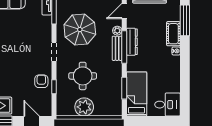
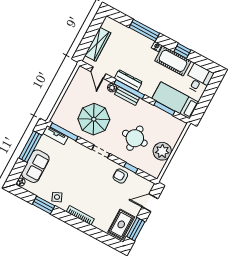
window: (185, 20) -> (144, 30), moved
cot: (173, 34) -> (173, 61), moved, width x1.37, depth x1.34
window: (185, 76) -> (182, 51), added

